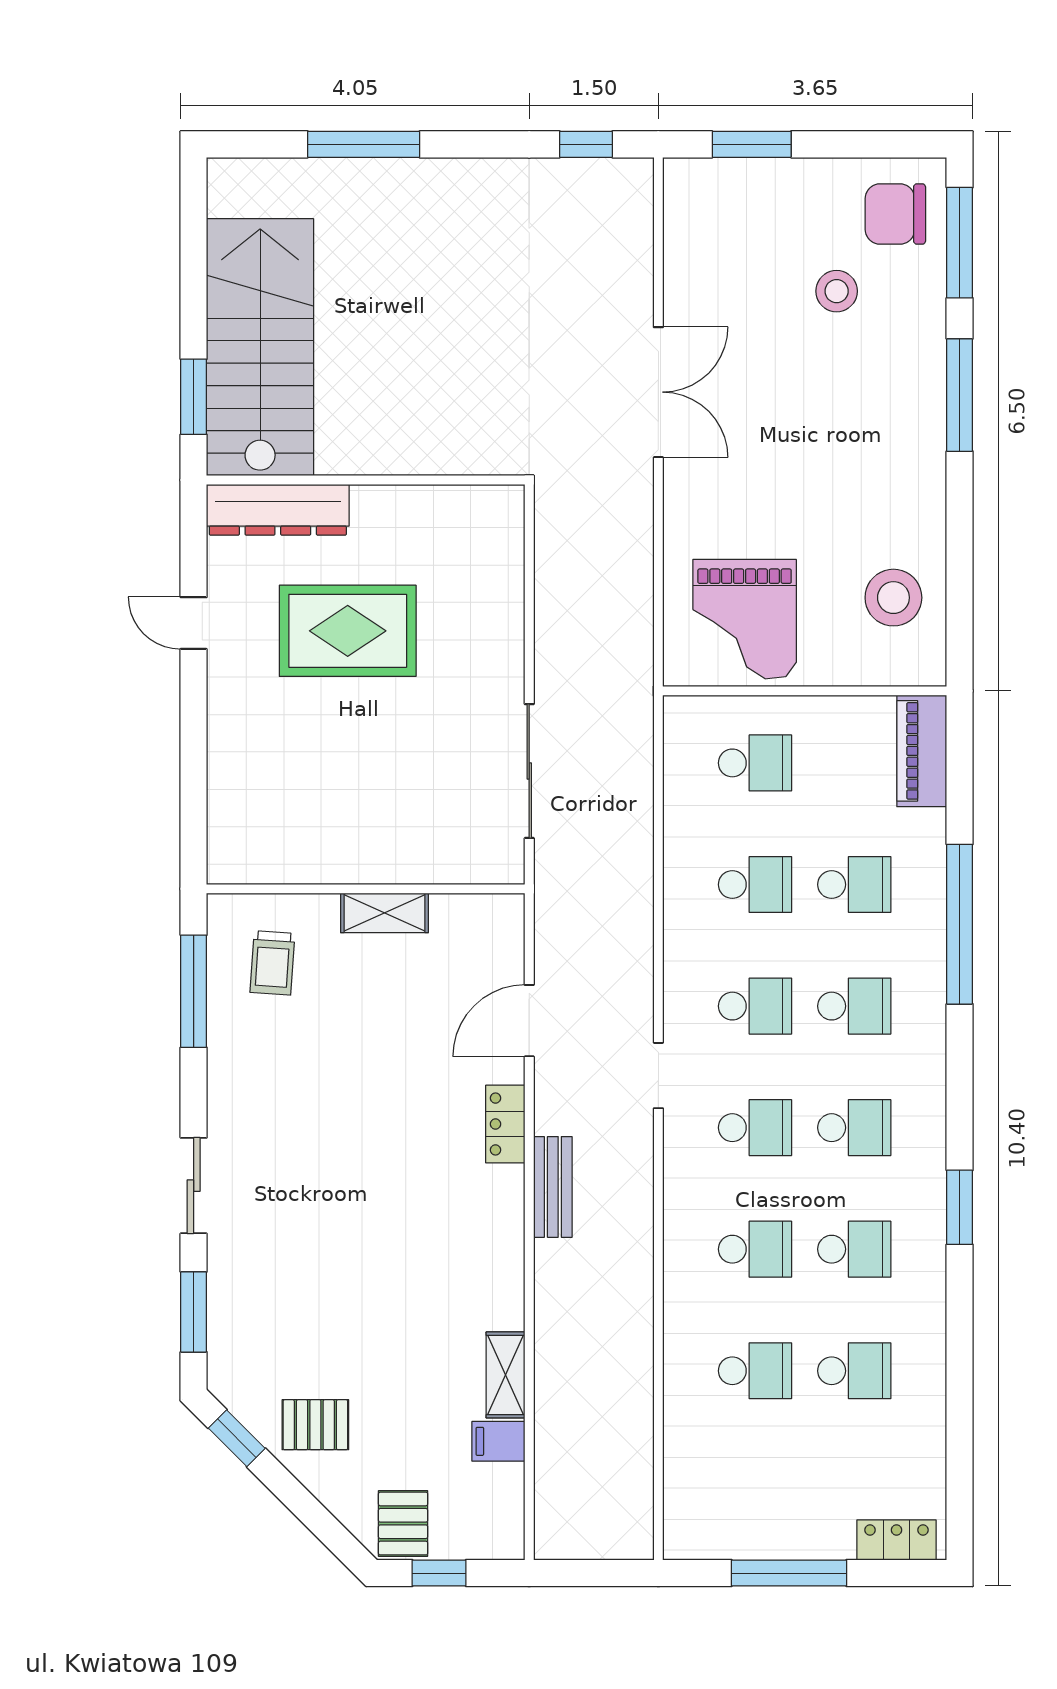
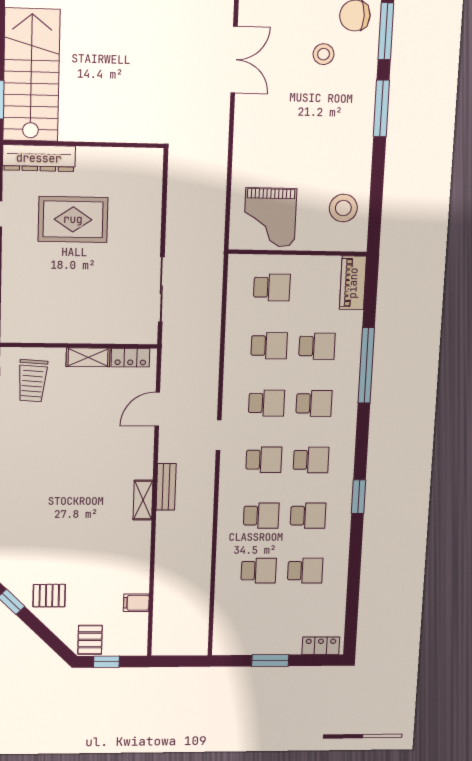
double door: (658, 392) -> (234, 60), moved
trolley: (272, 963) -> (32, 381), width x1.36, depth x1.39
locker: (505, 1124) -> (130, 358), moved, turned -90
shelving: (506, 1375) -> (143, 500), moved
window: (789, 1573) -> (270, 661), width x0.69

